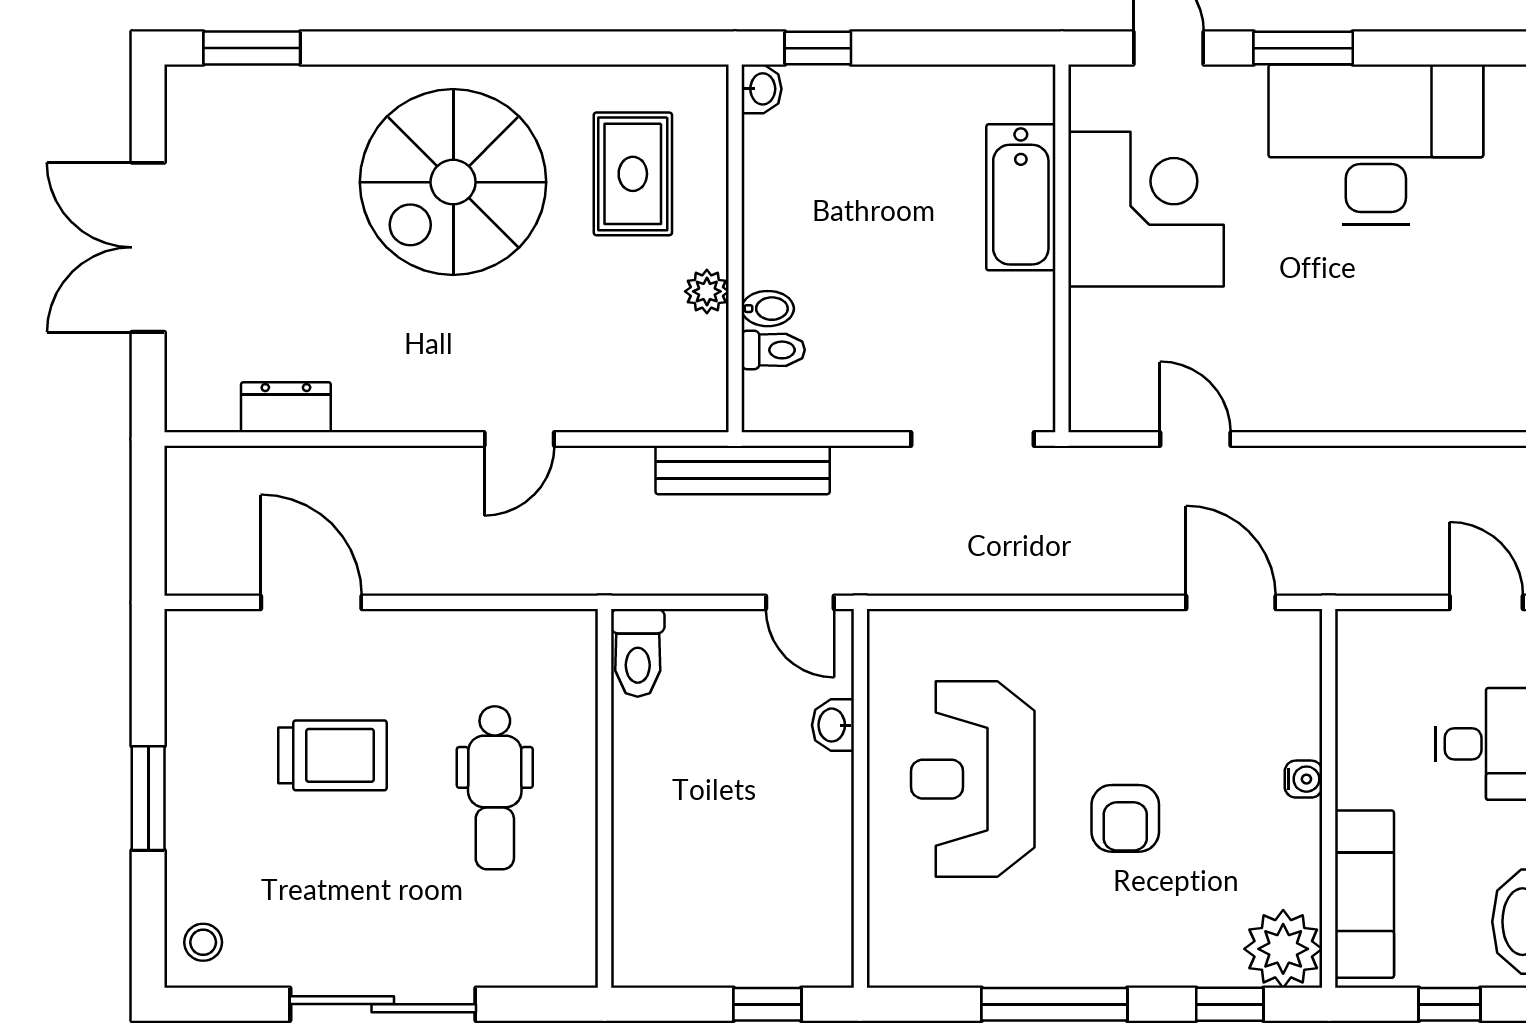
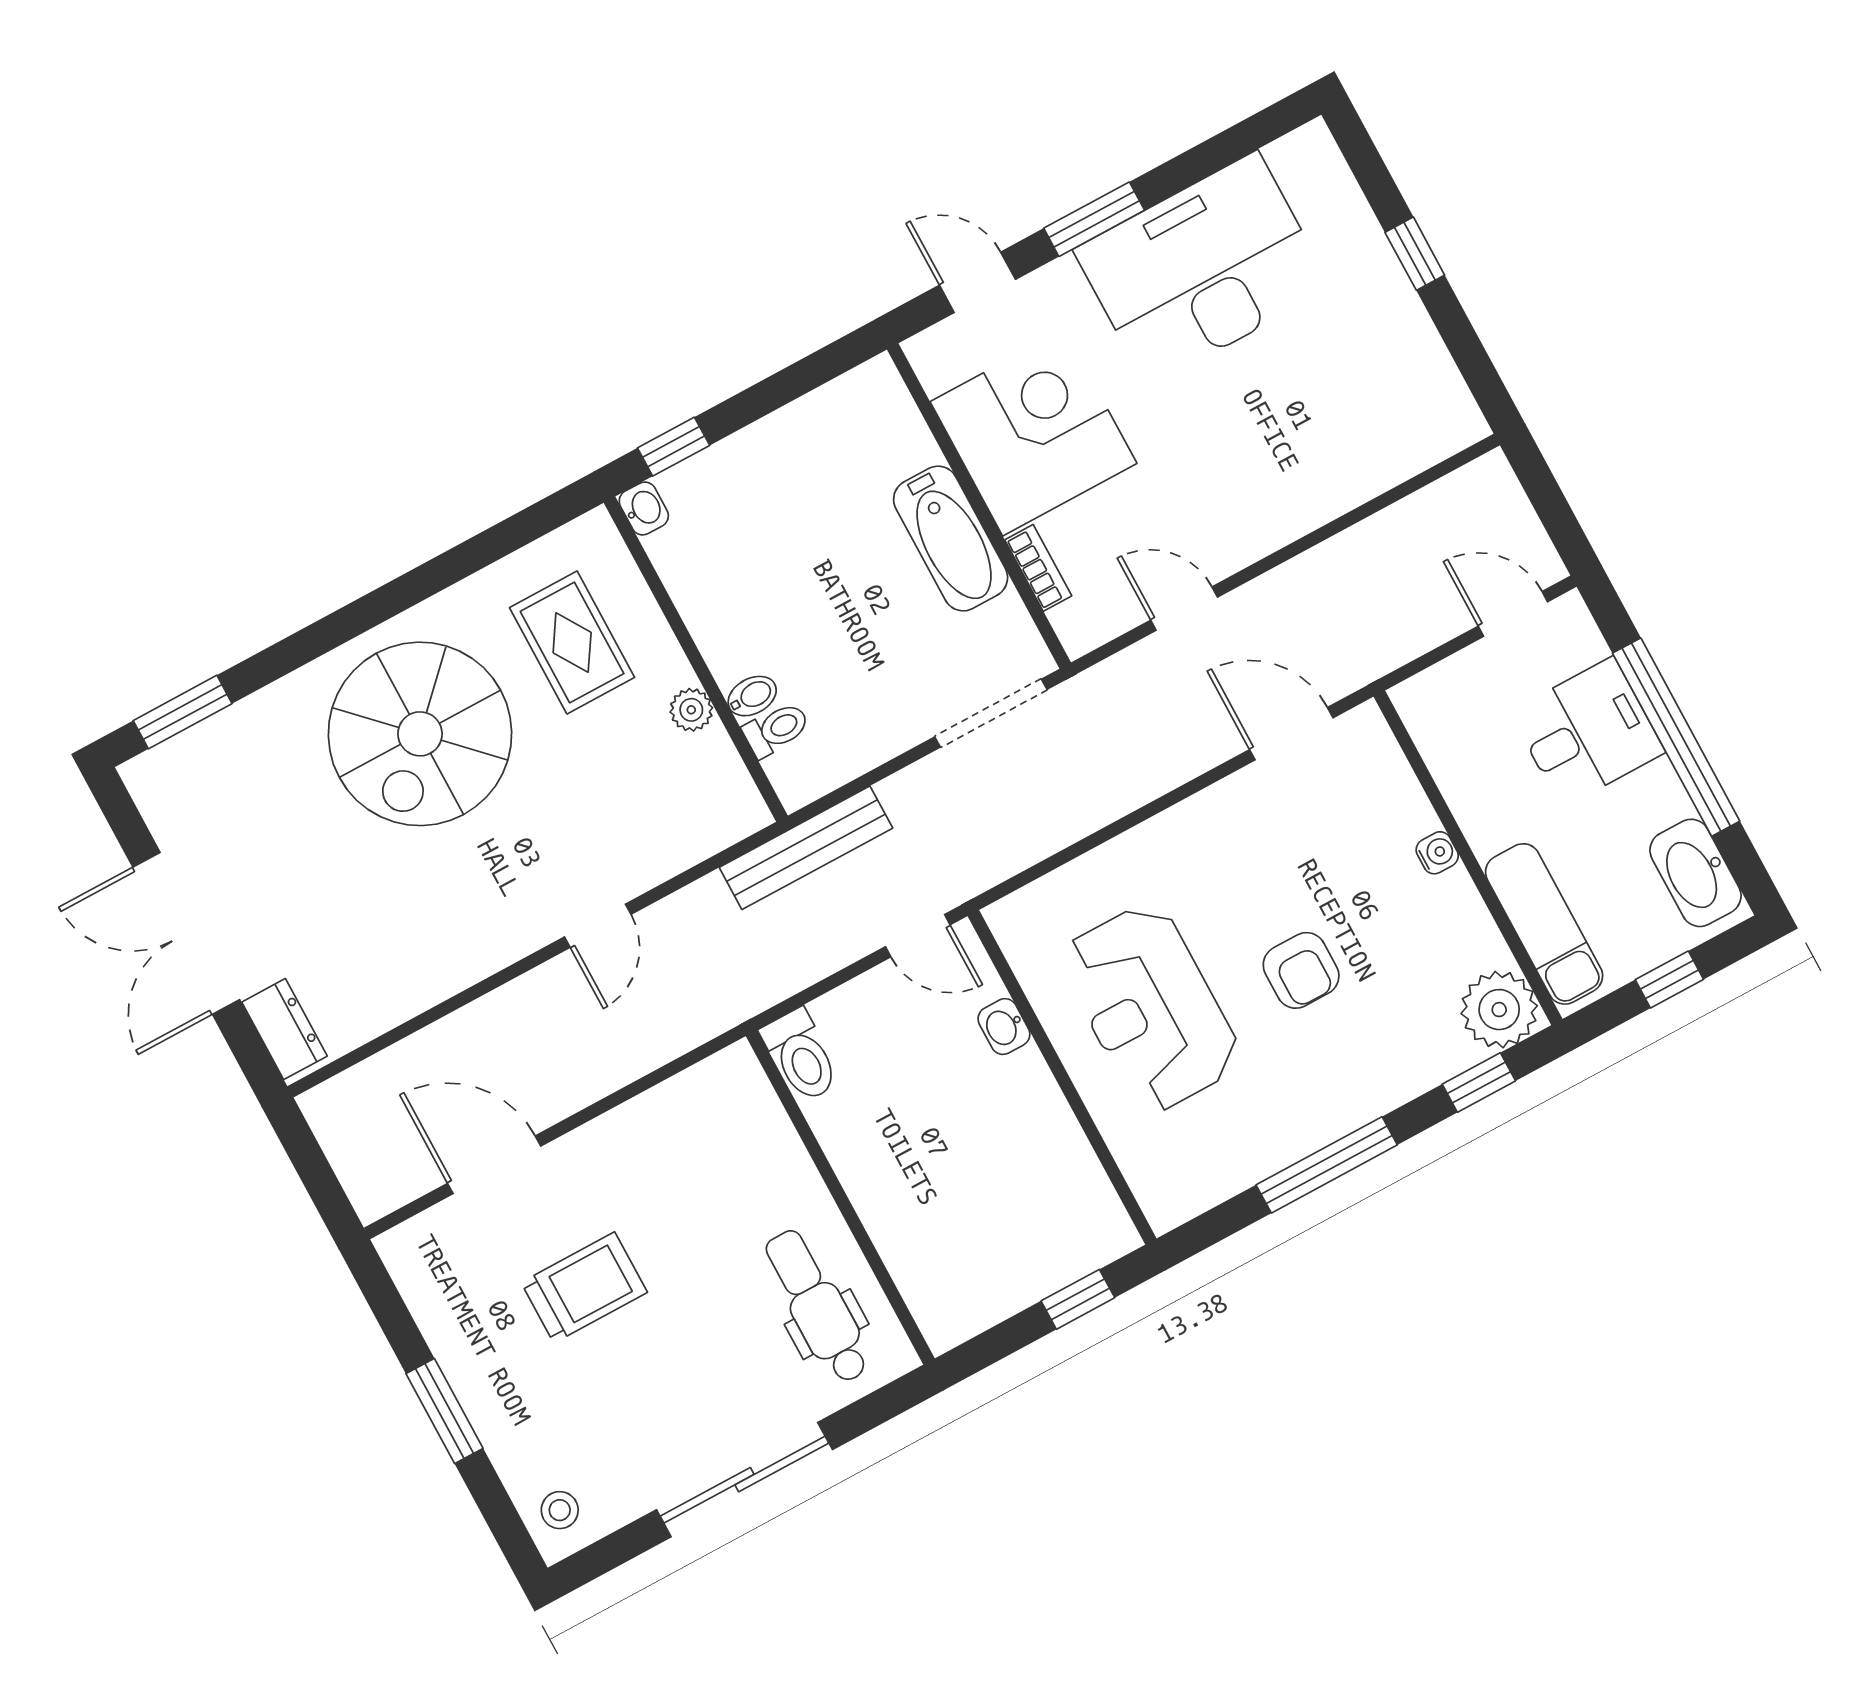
bathtub: (1021, 197) -> (951, 539), moved
bookcase: (1085, 332) -> (1038, 568), added
dresser: (286, 407) -> (285, 1029), moved, turned 90
dental chair: (495, 788) -> (817, 1307), moved, turned 180

